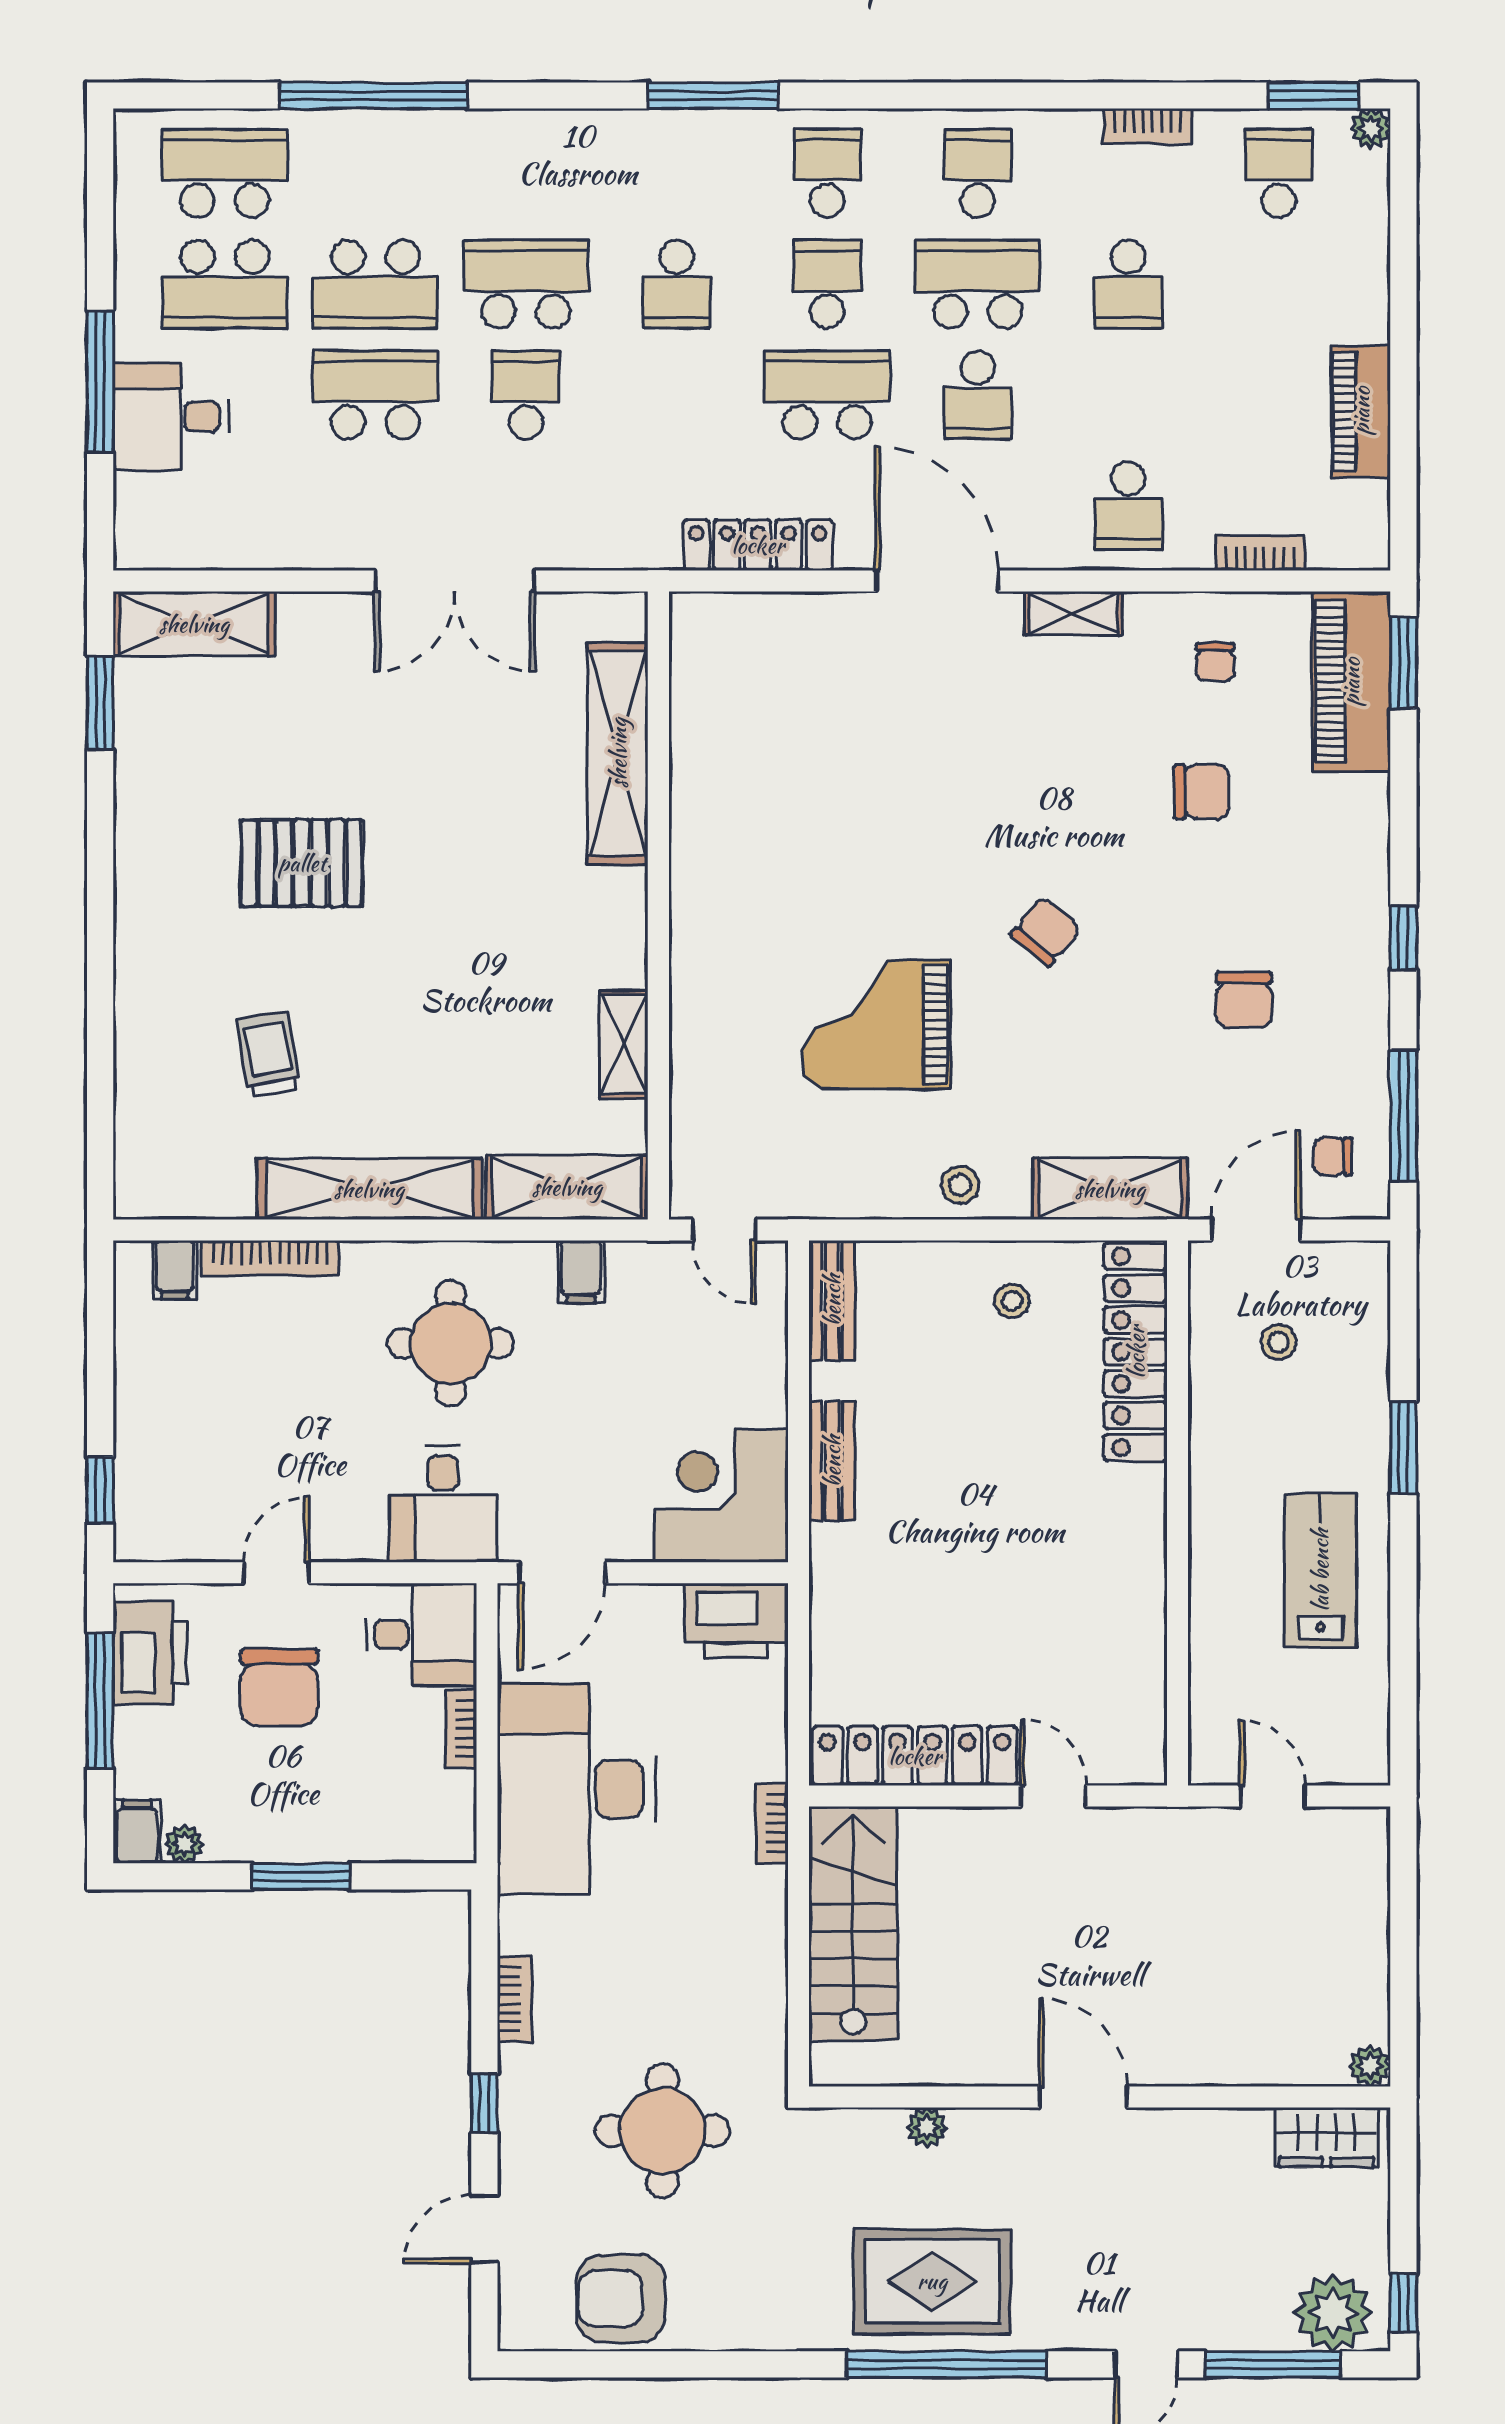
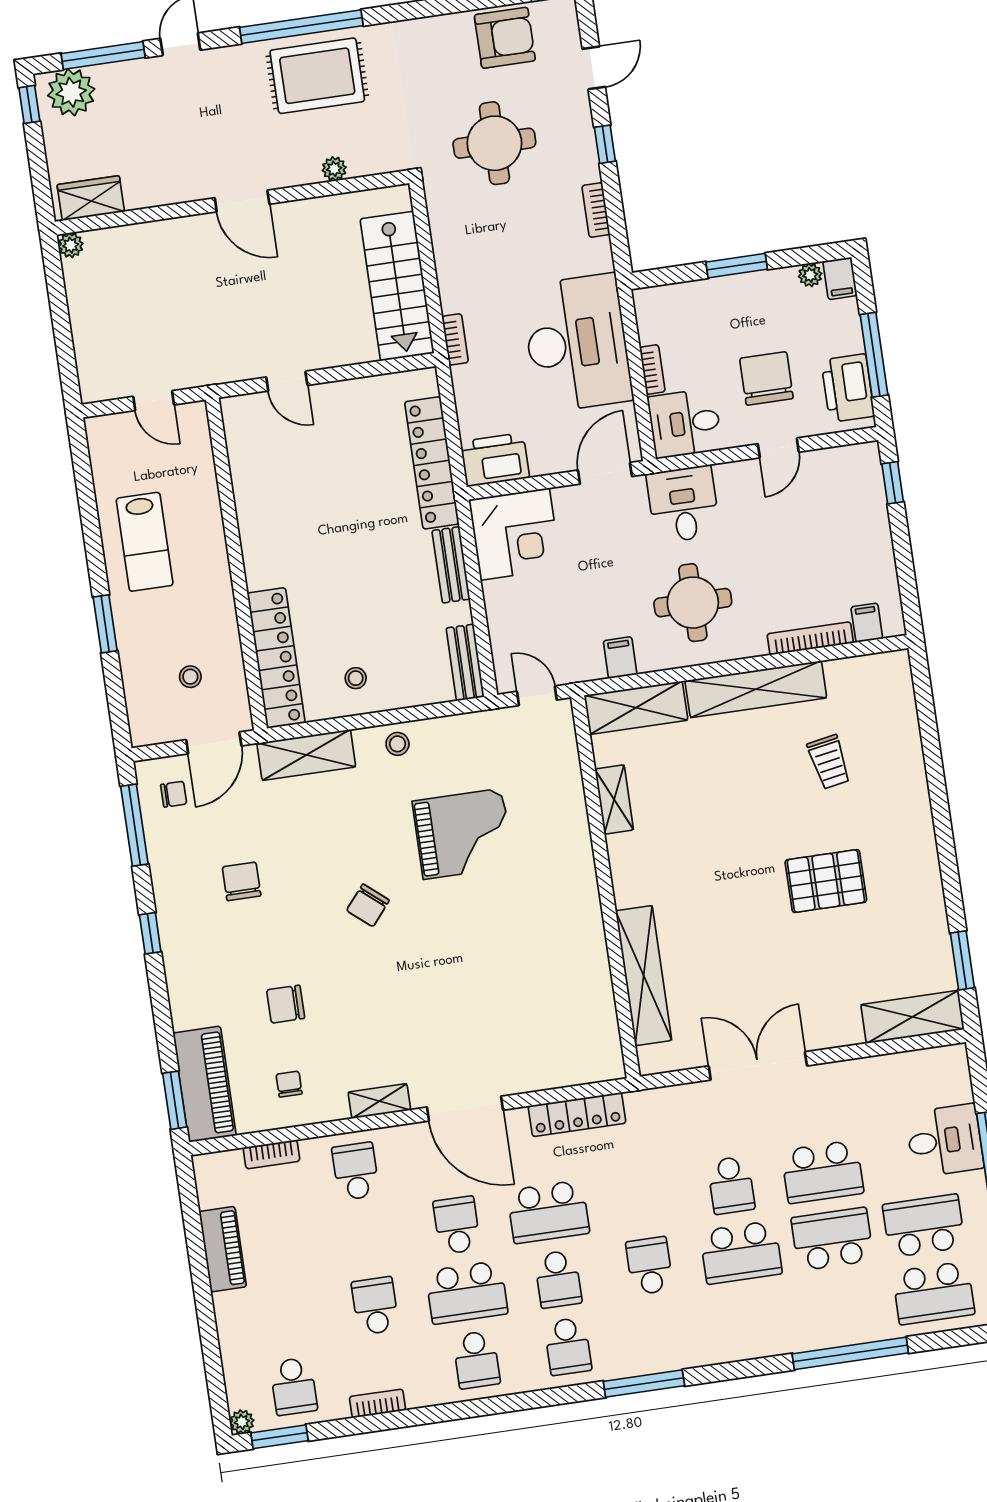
locker: (915, 1756) -> (432, 463), moved, turned 90

